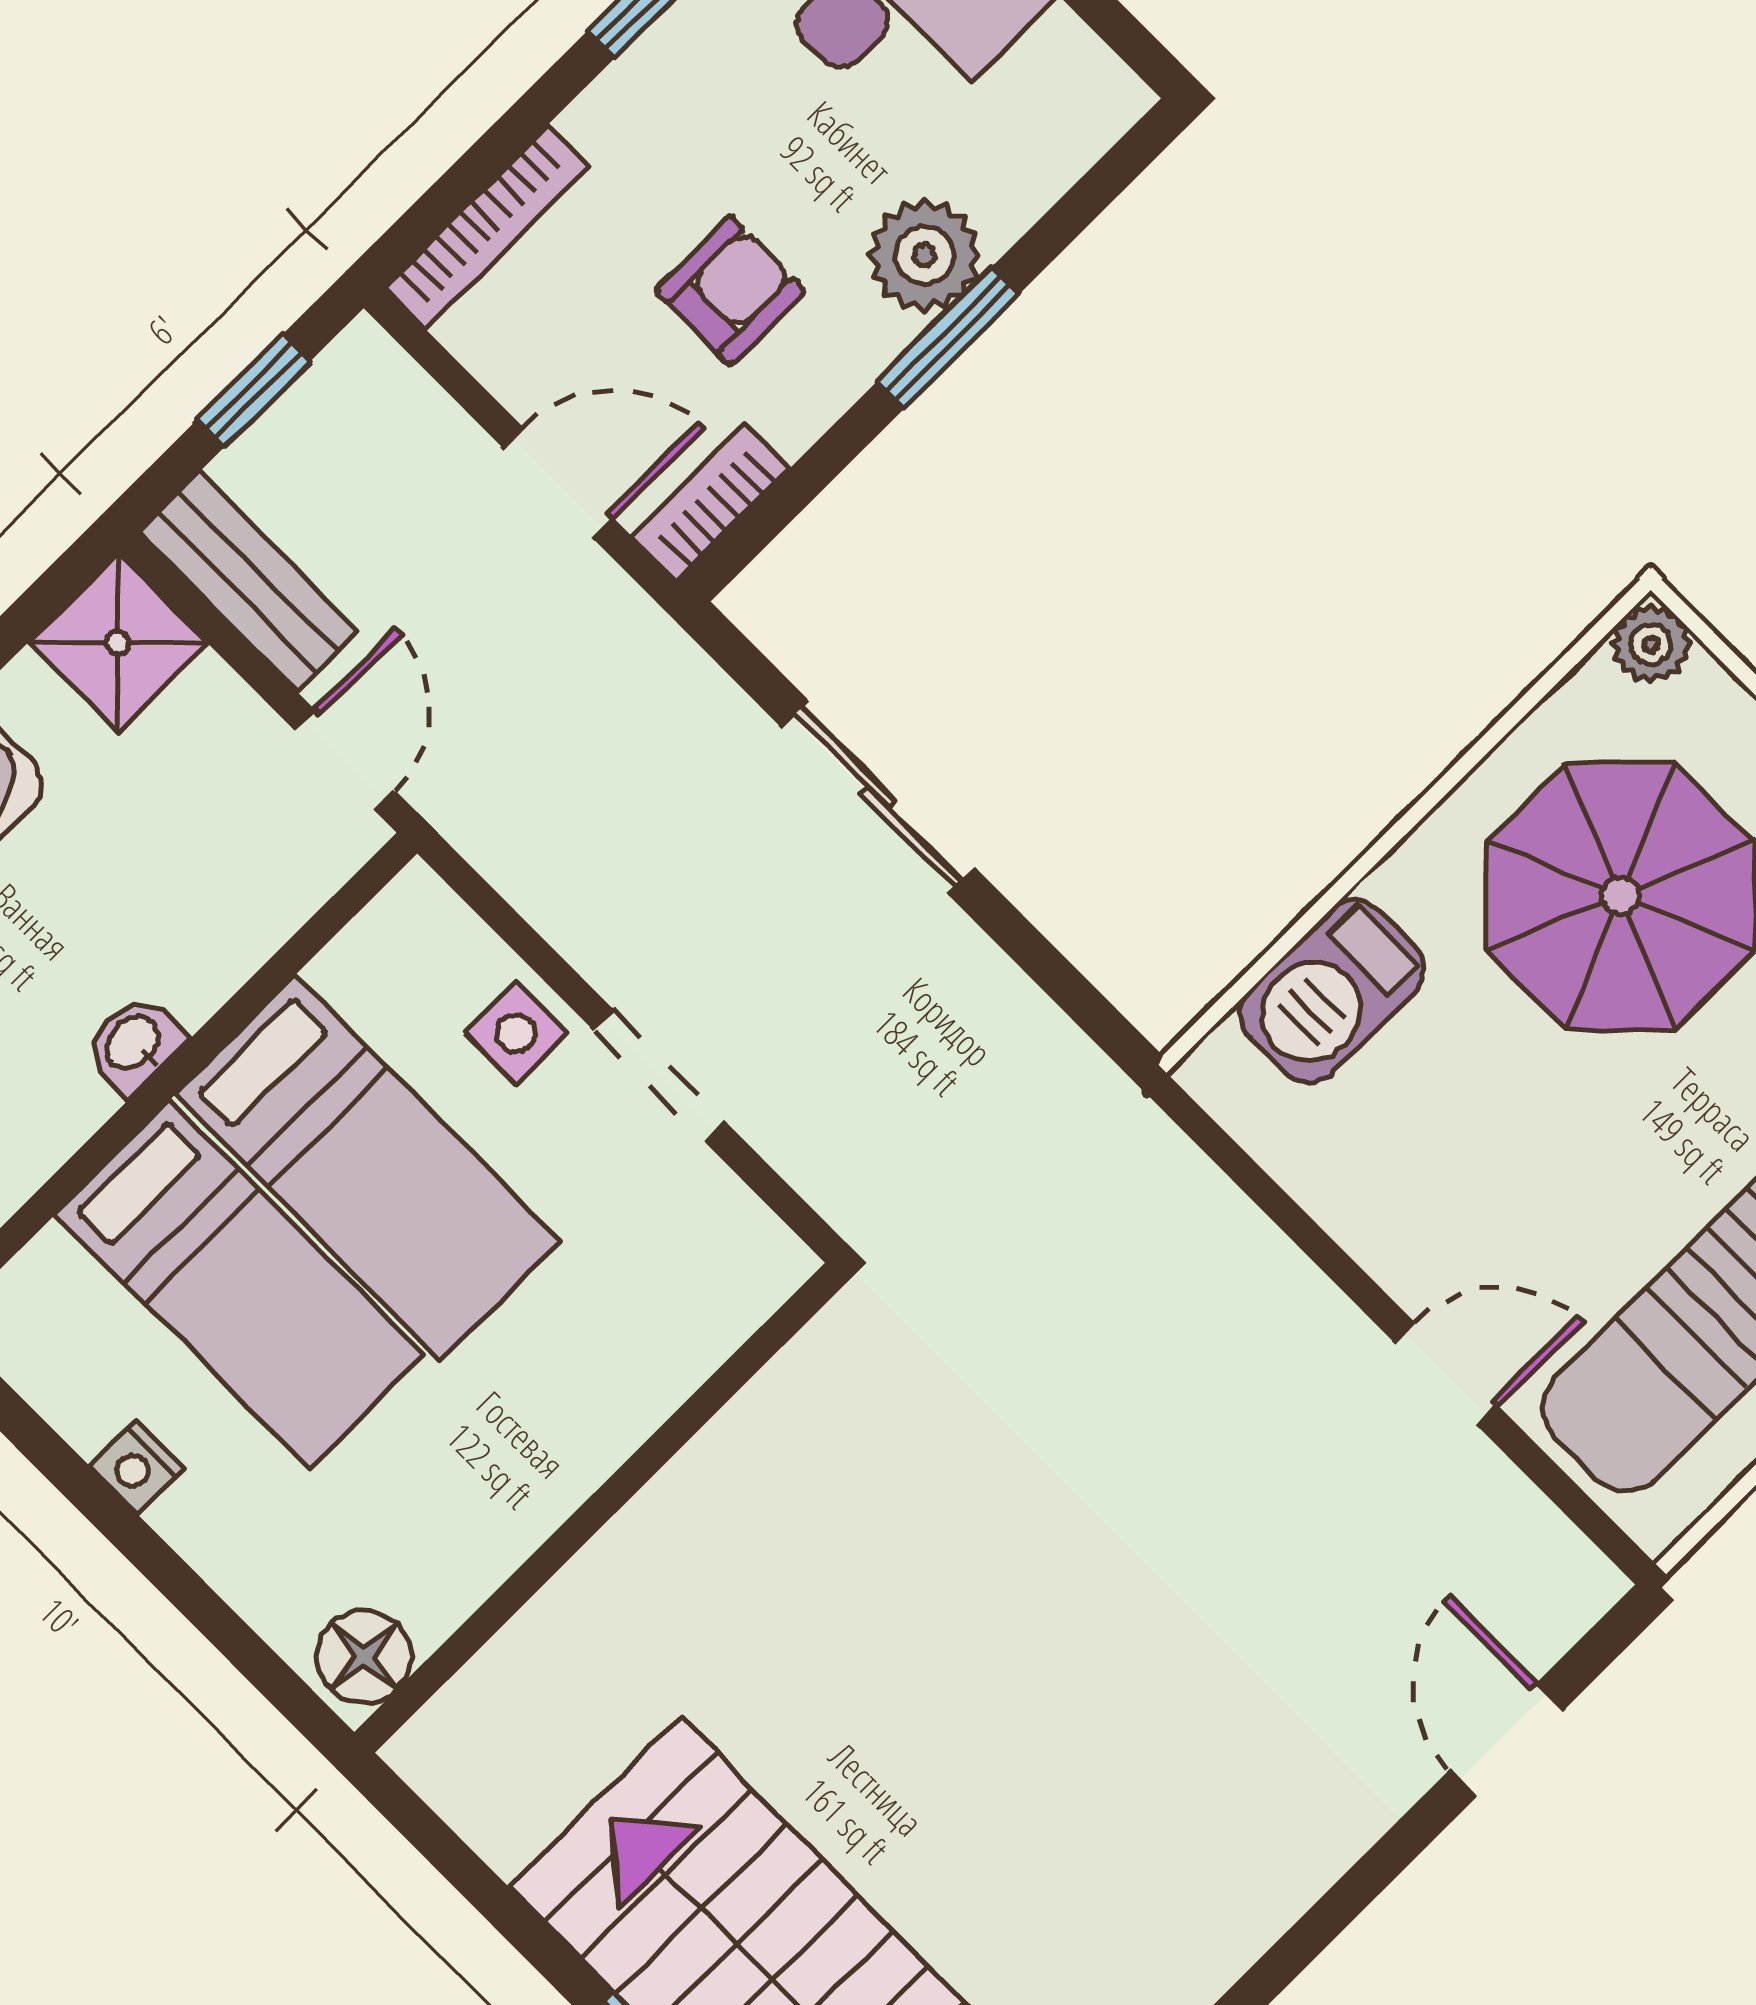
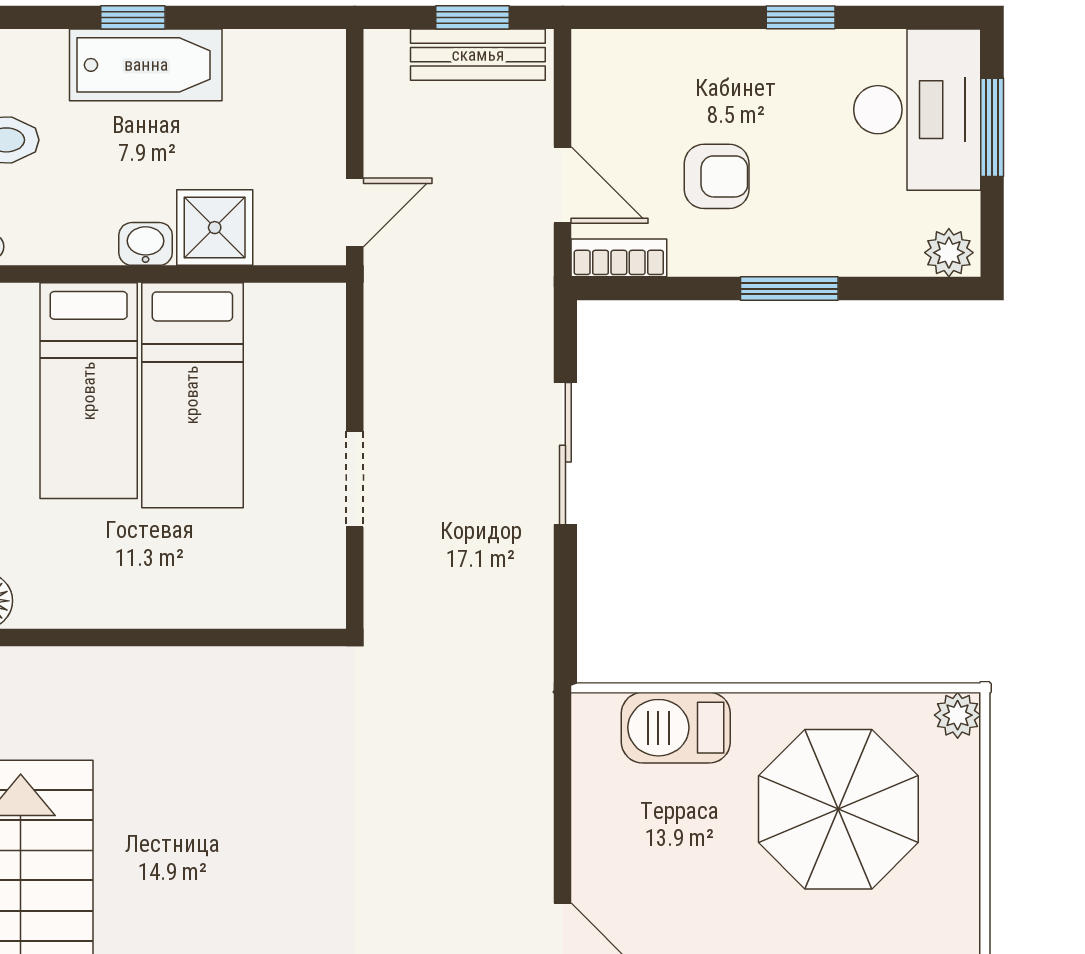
bookcase: (486, 227) -> (640, 47), removed
plant: (924, 255) -> (949, 253), moved, width x0.73, depth x0.73
bench: (248, 582) -> (478, 55), moved, turned 90
shower: (118, 643) -> (215, 228), moved
side table: (516, 1033) -> (312, 401), removed

